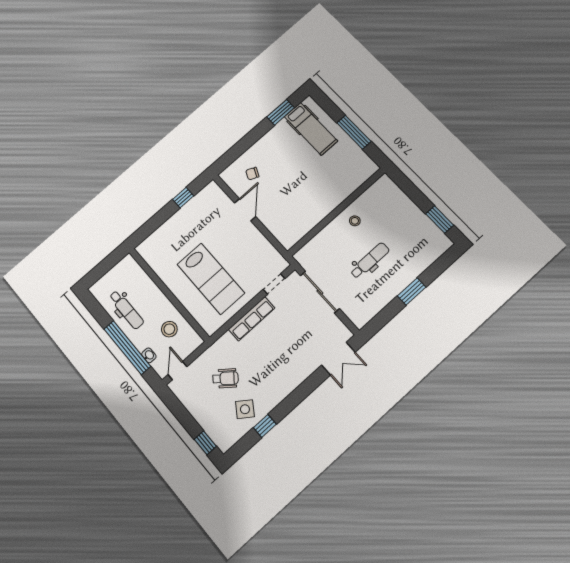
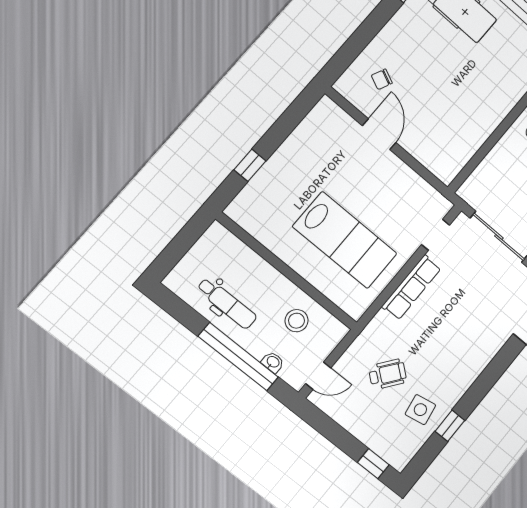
window: (183, 198) -> (250, 165), moved
door: (177, 371) -> (318, 376), swing flipped
side table: (245, 409) -> (420, 410), turned 45

